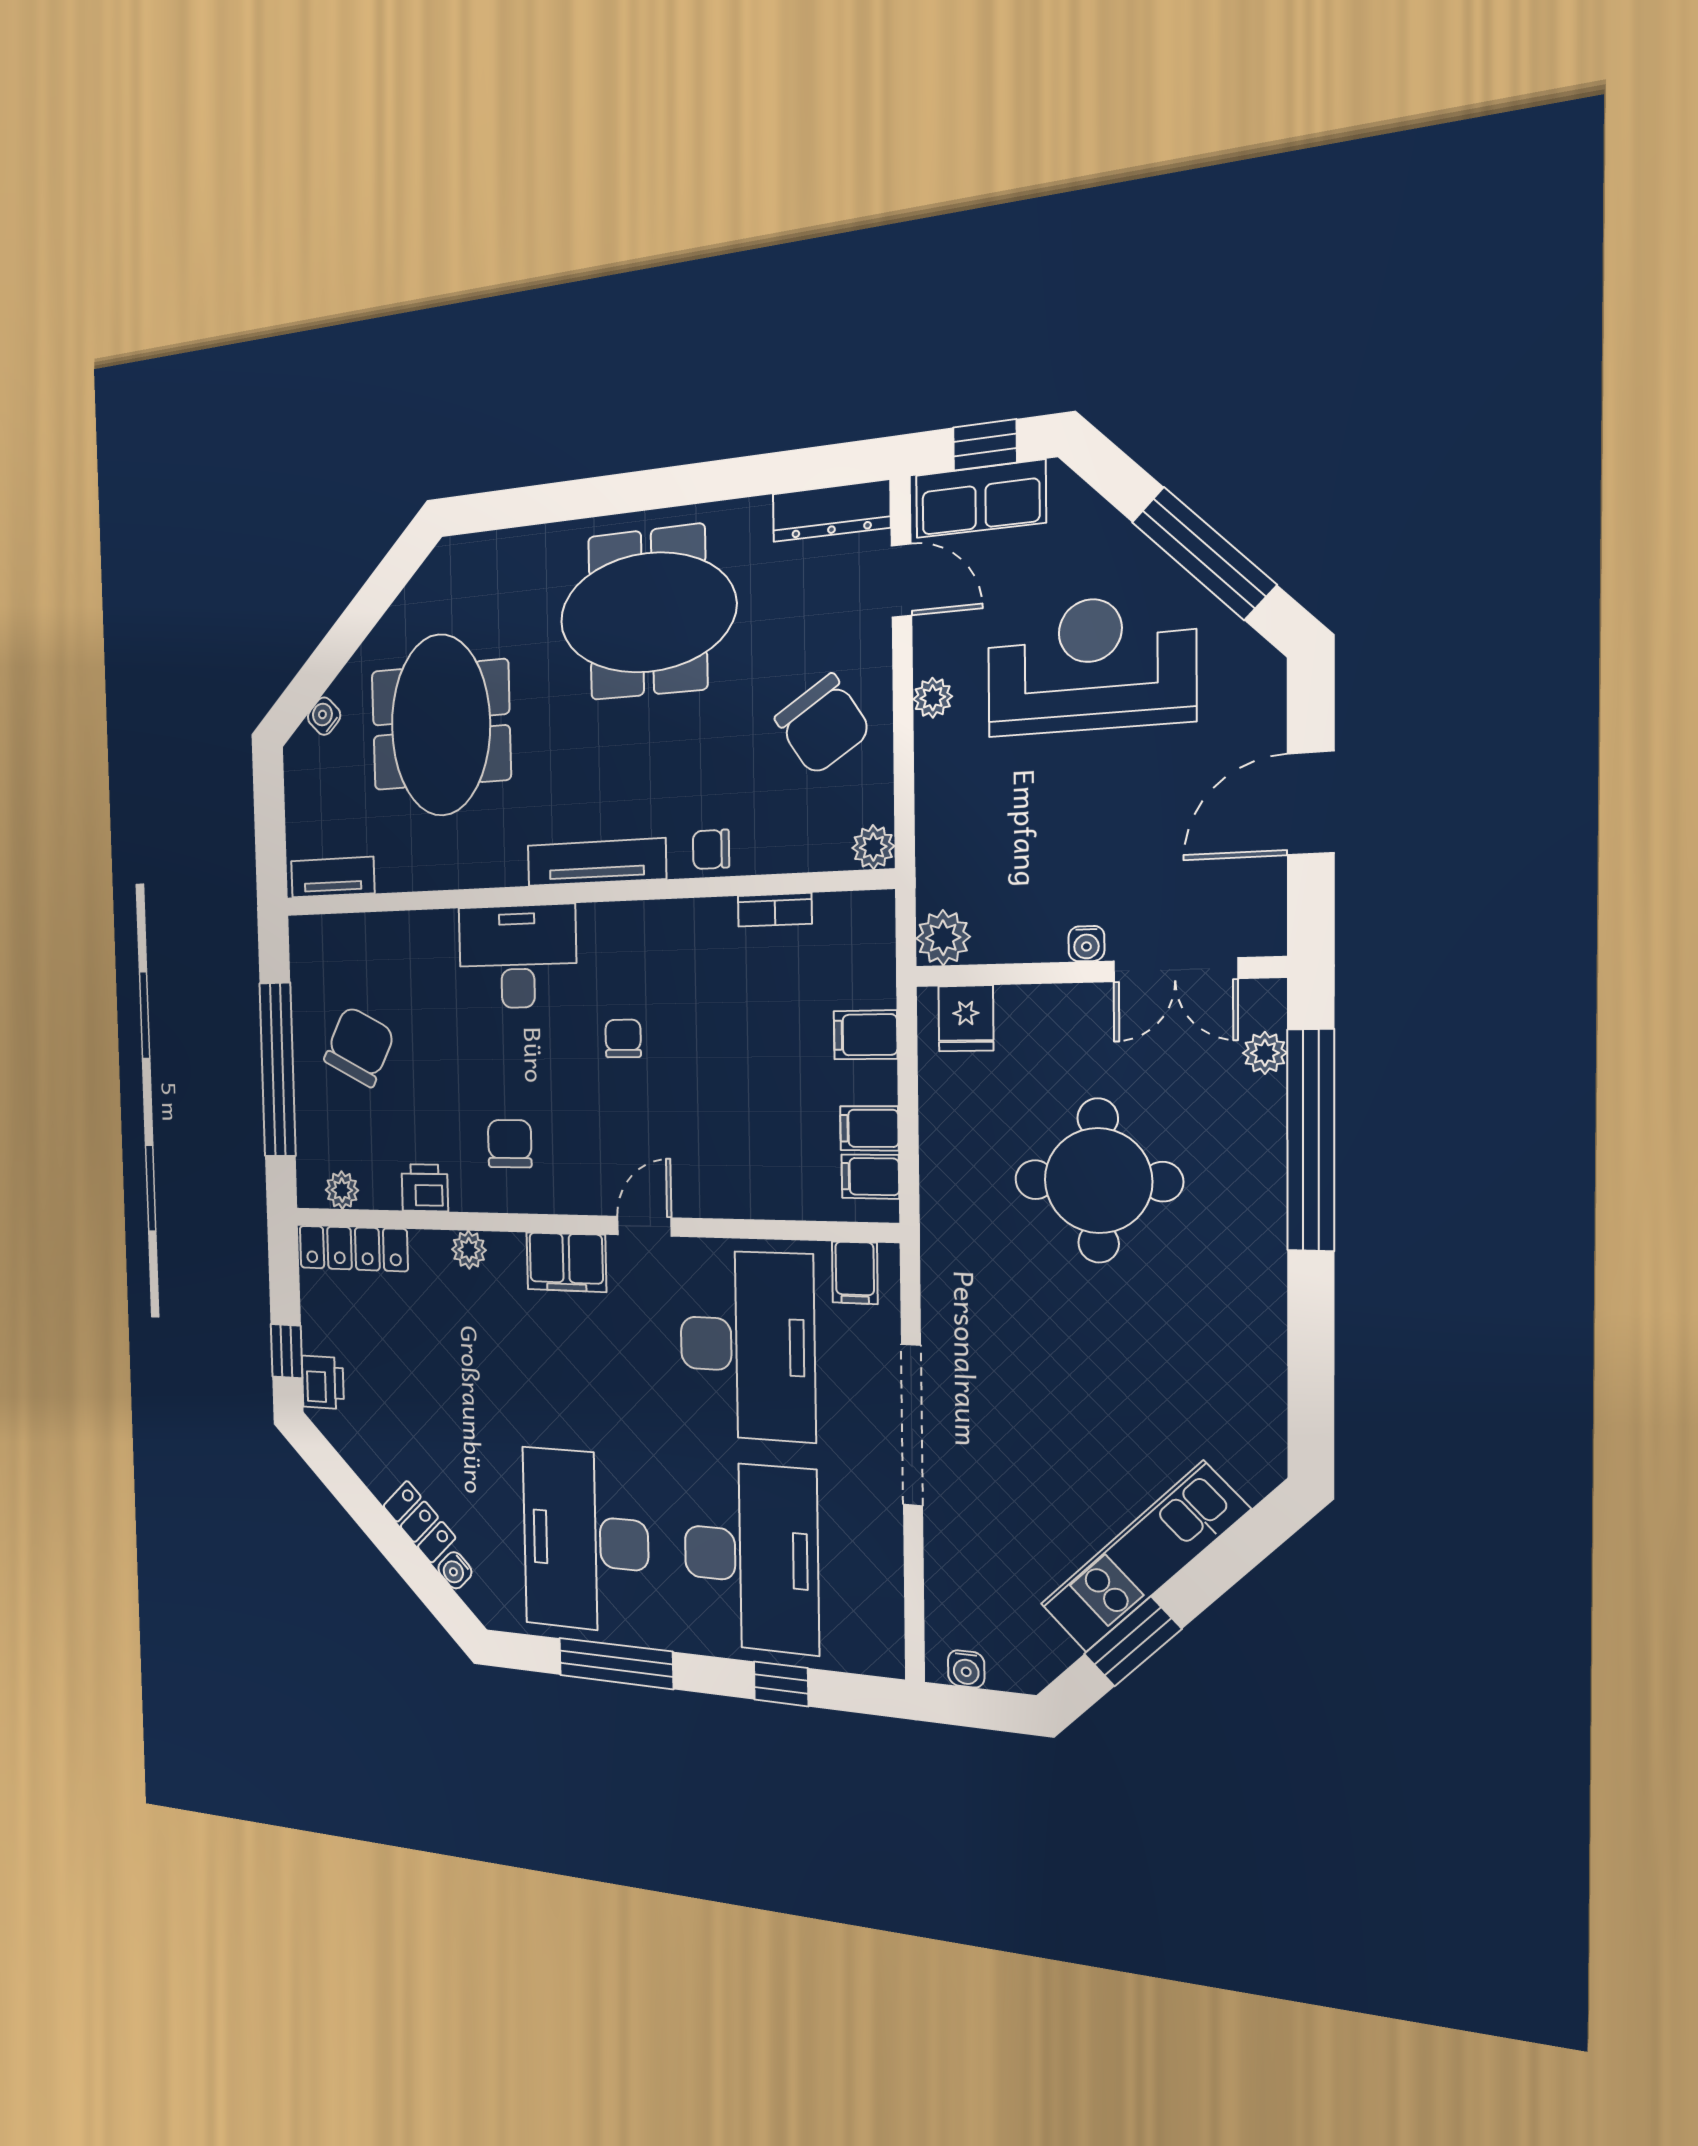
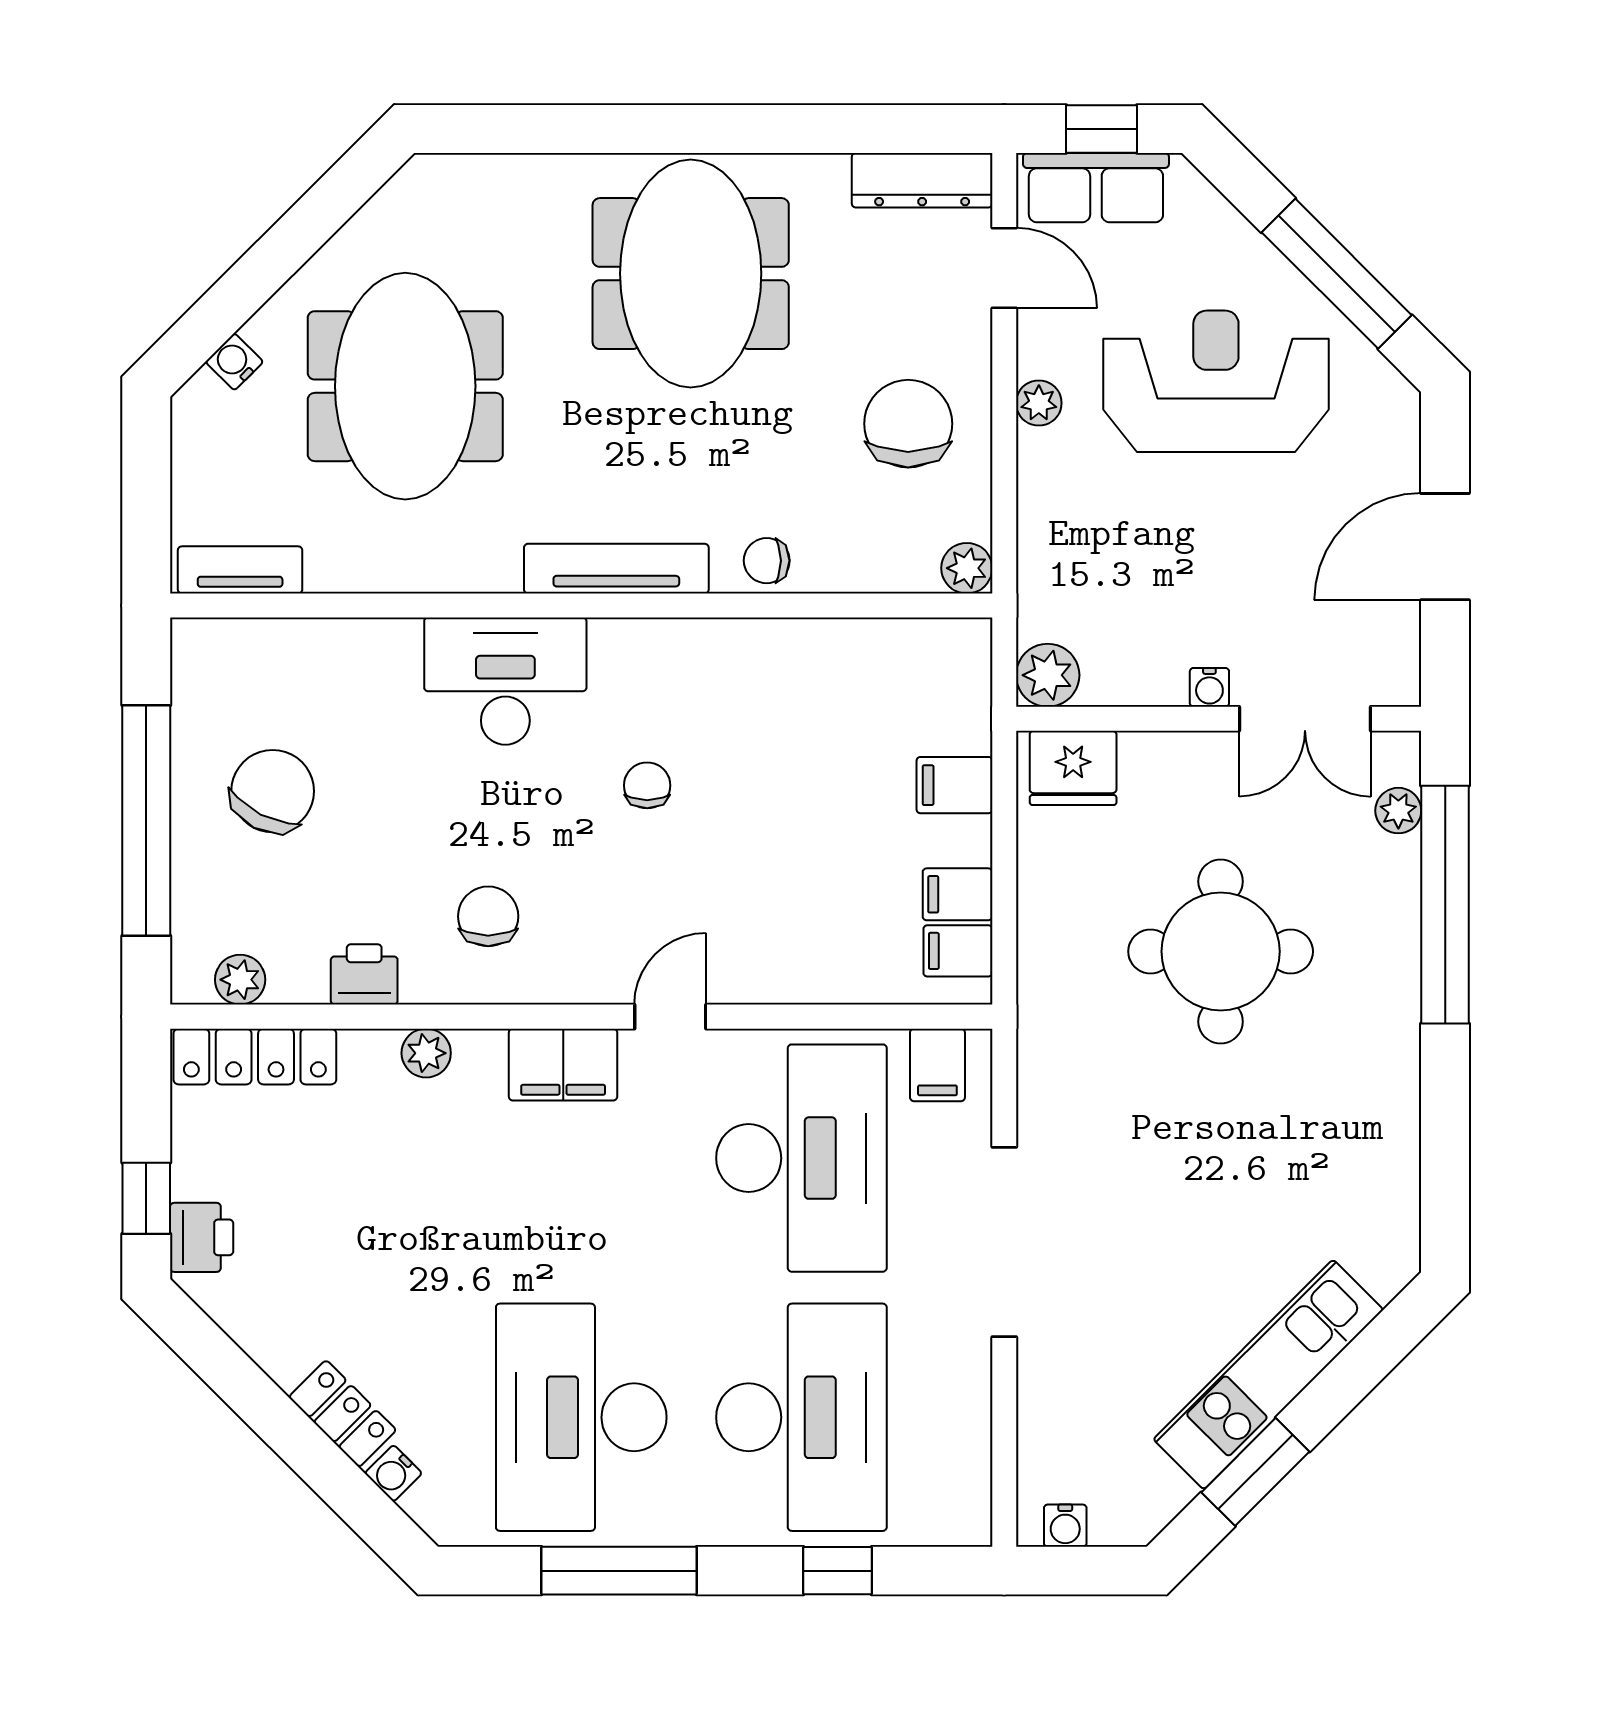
meeting table: (647, 613) -> (691, 274), turned 90
chair: (823, 725) -> (908, 424), turned -147
bookcase: (775, 910) -> (846, 636), removed
fridge: (966, 1018) -> (1073, 768), width x1.38

